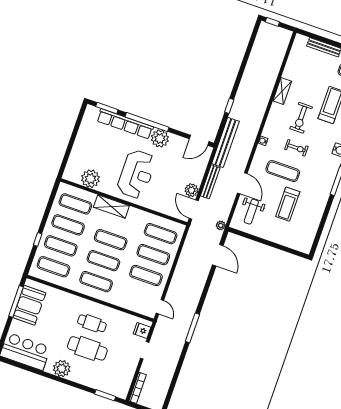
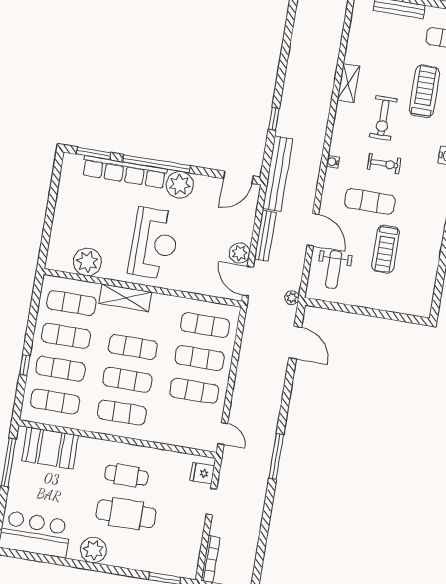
booth: (29, 305) -> (50, 448), moved, turned 90

